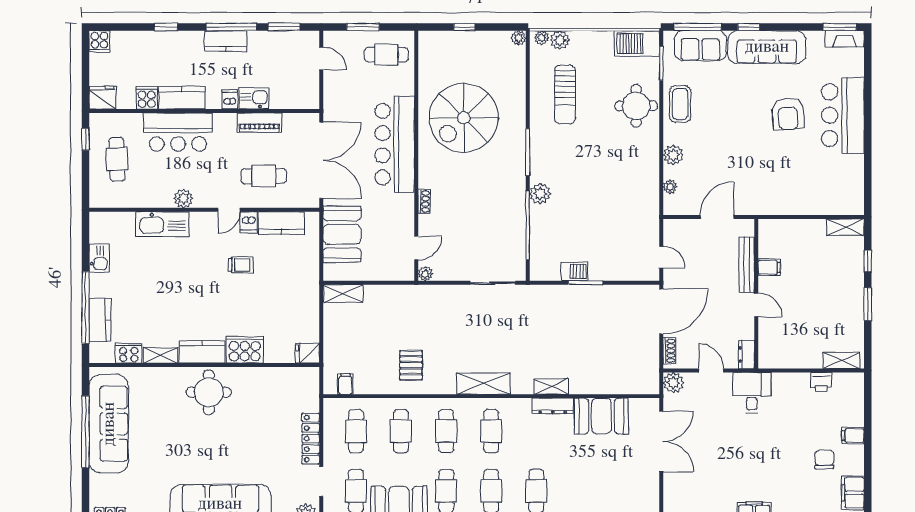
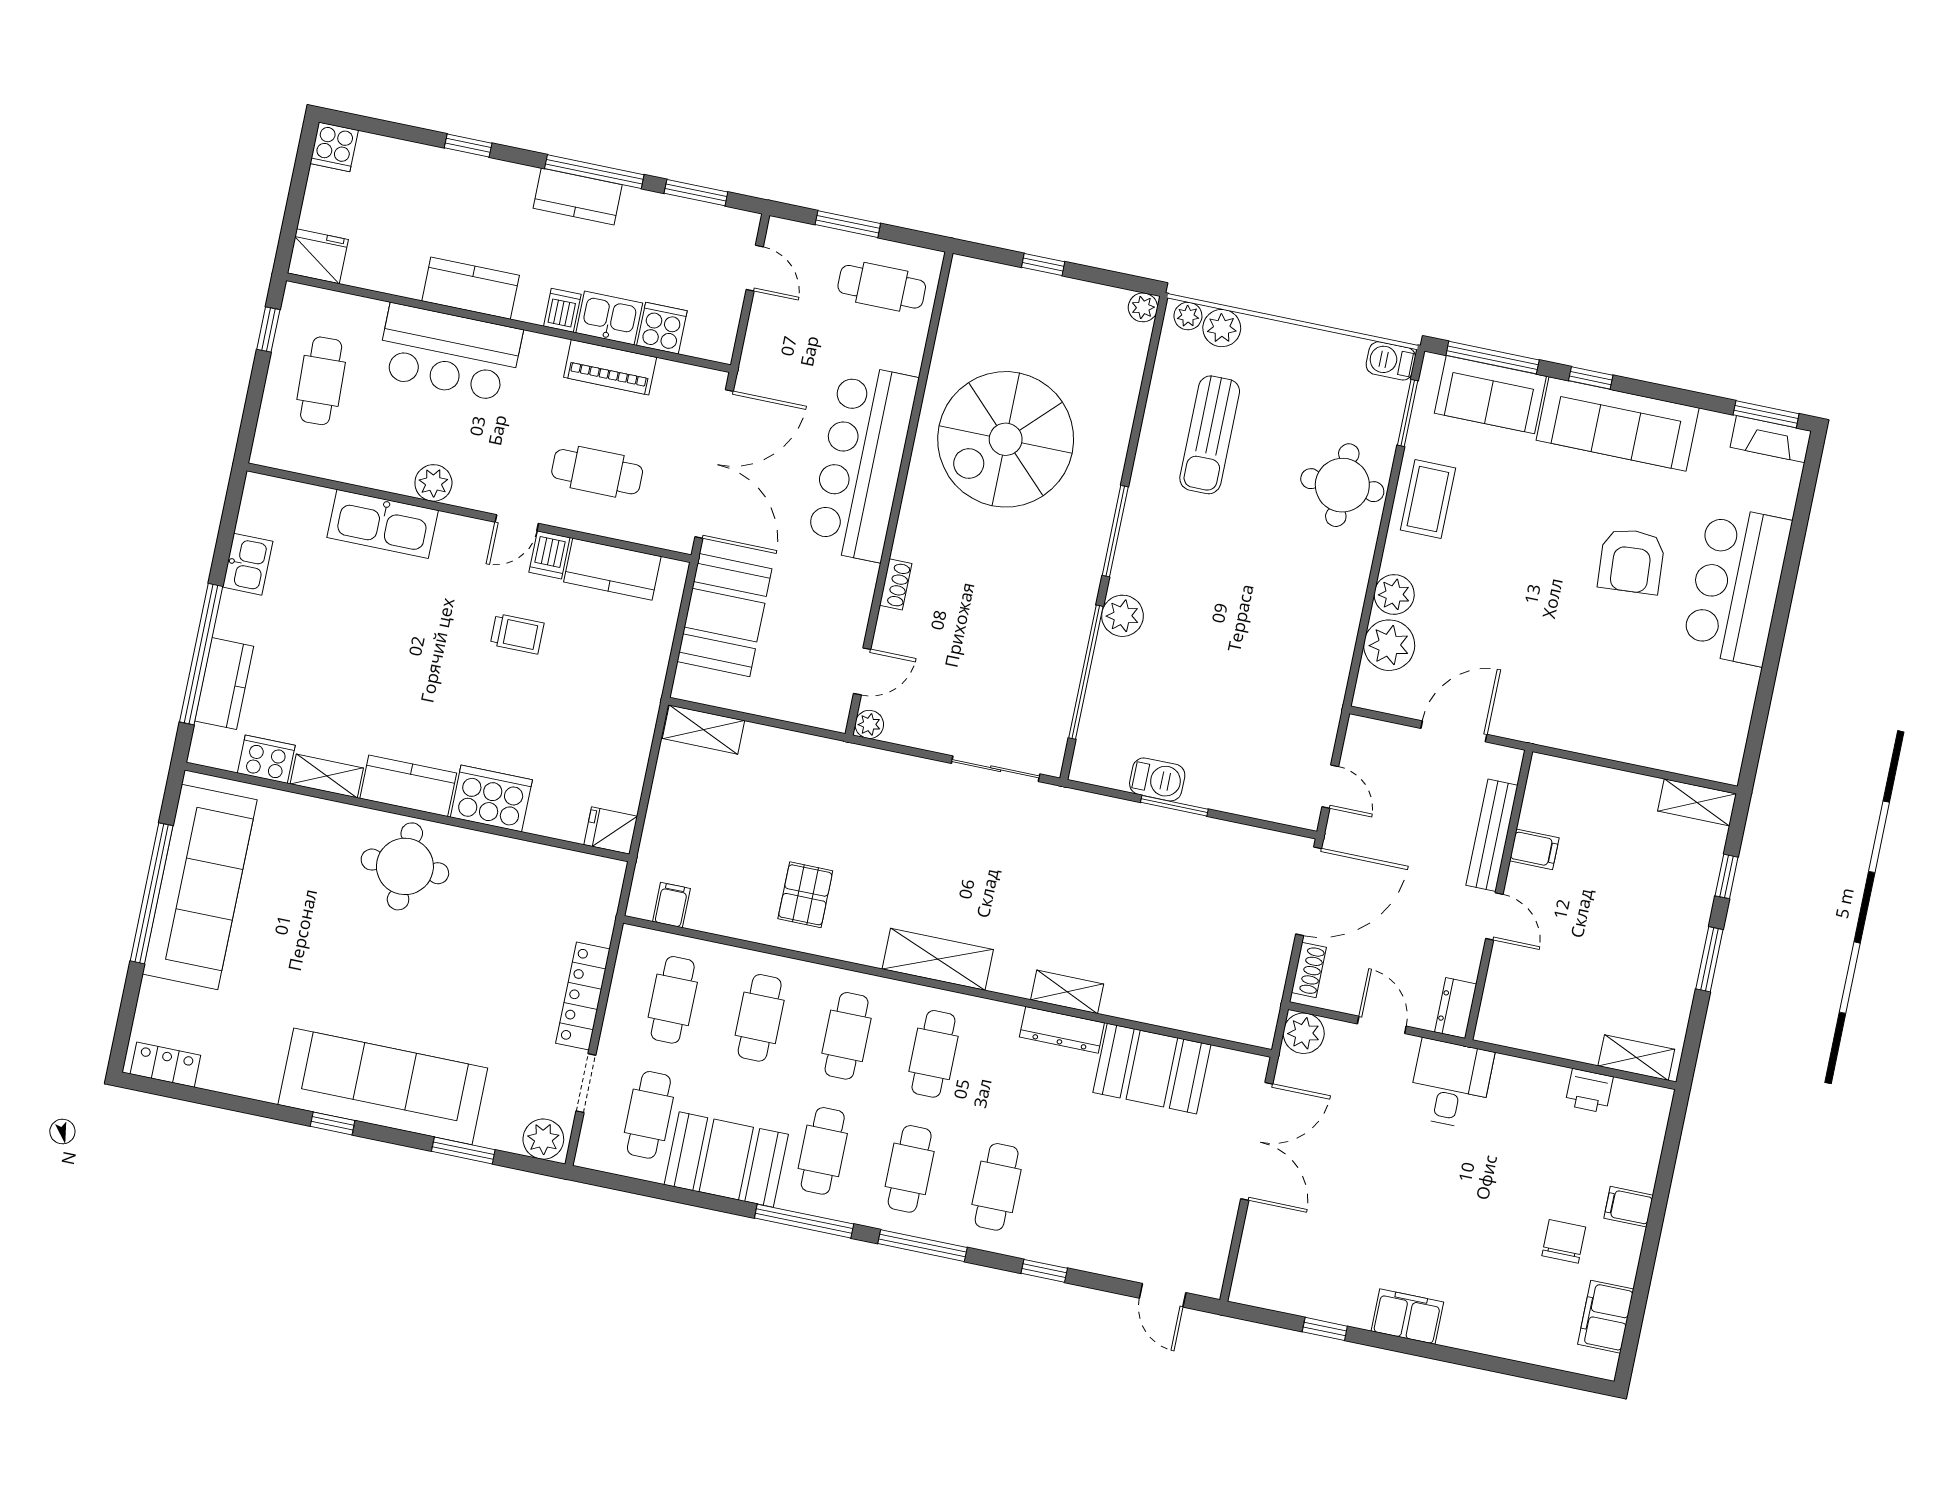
barbecue: (637, 44) -> (1391, 361), width x0.53, depth x0.65
cooker: (147, 98) -> (662, 328), moved
plant: (670, 187) -> (1389, 645), width x1.87, depth x1.87

